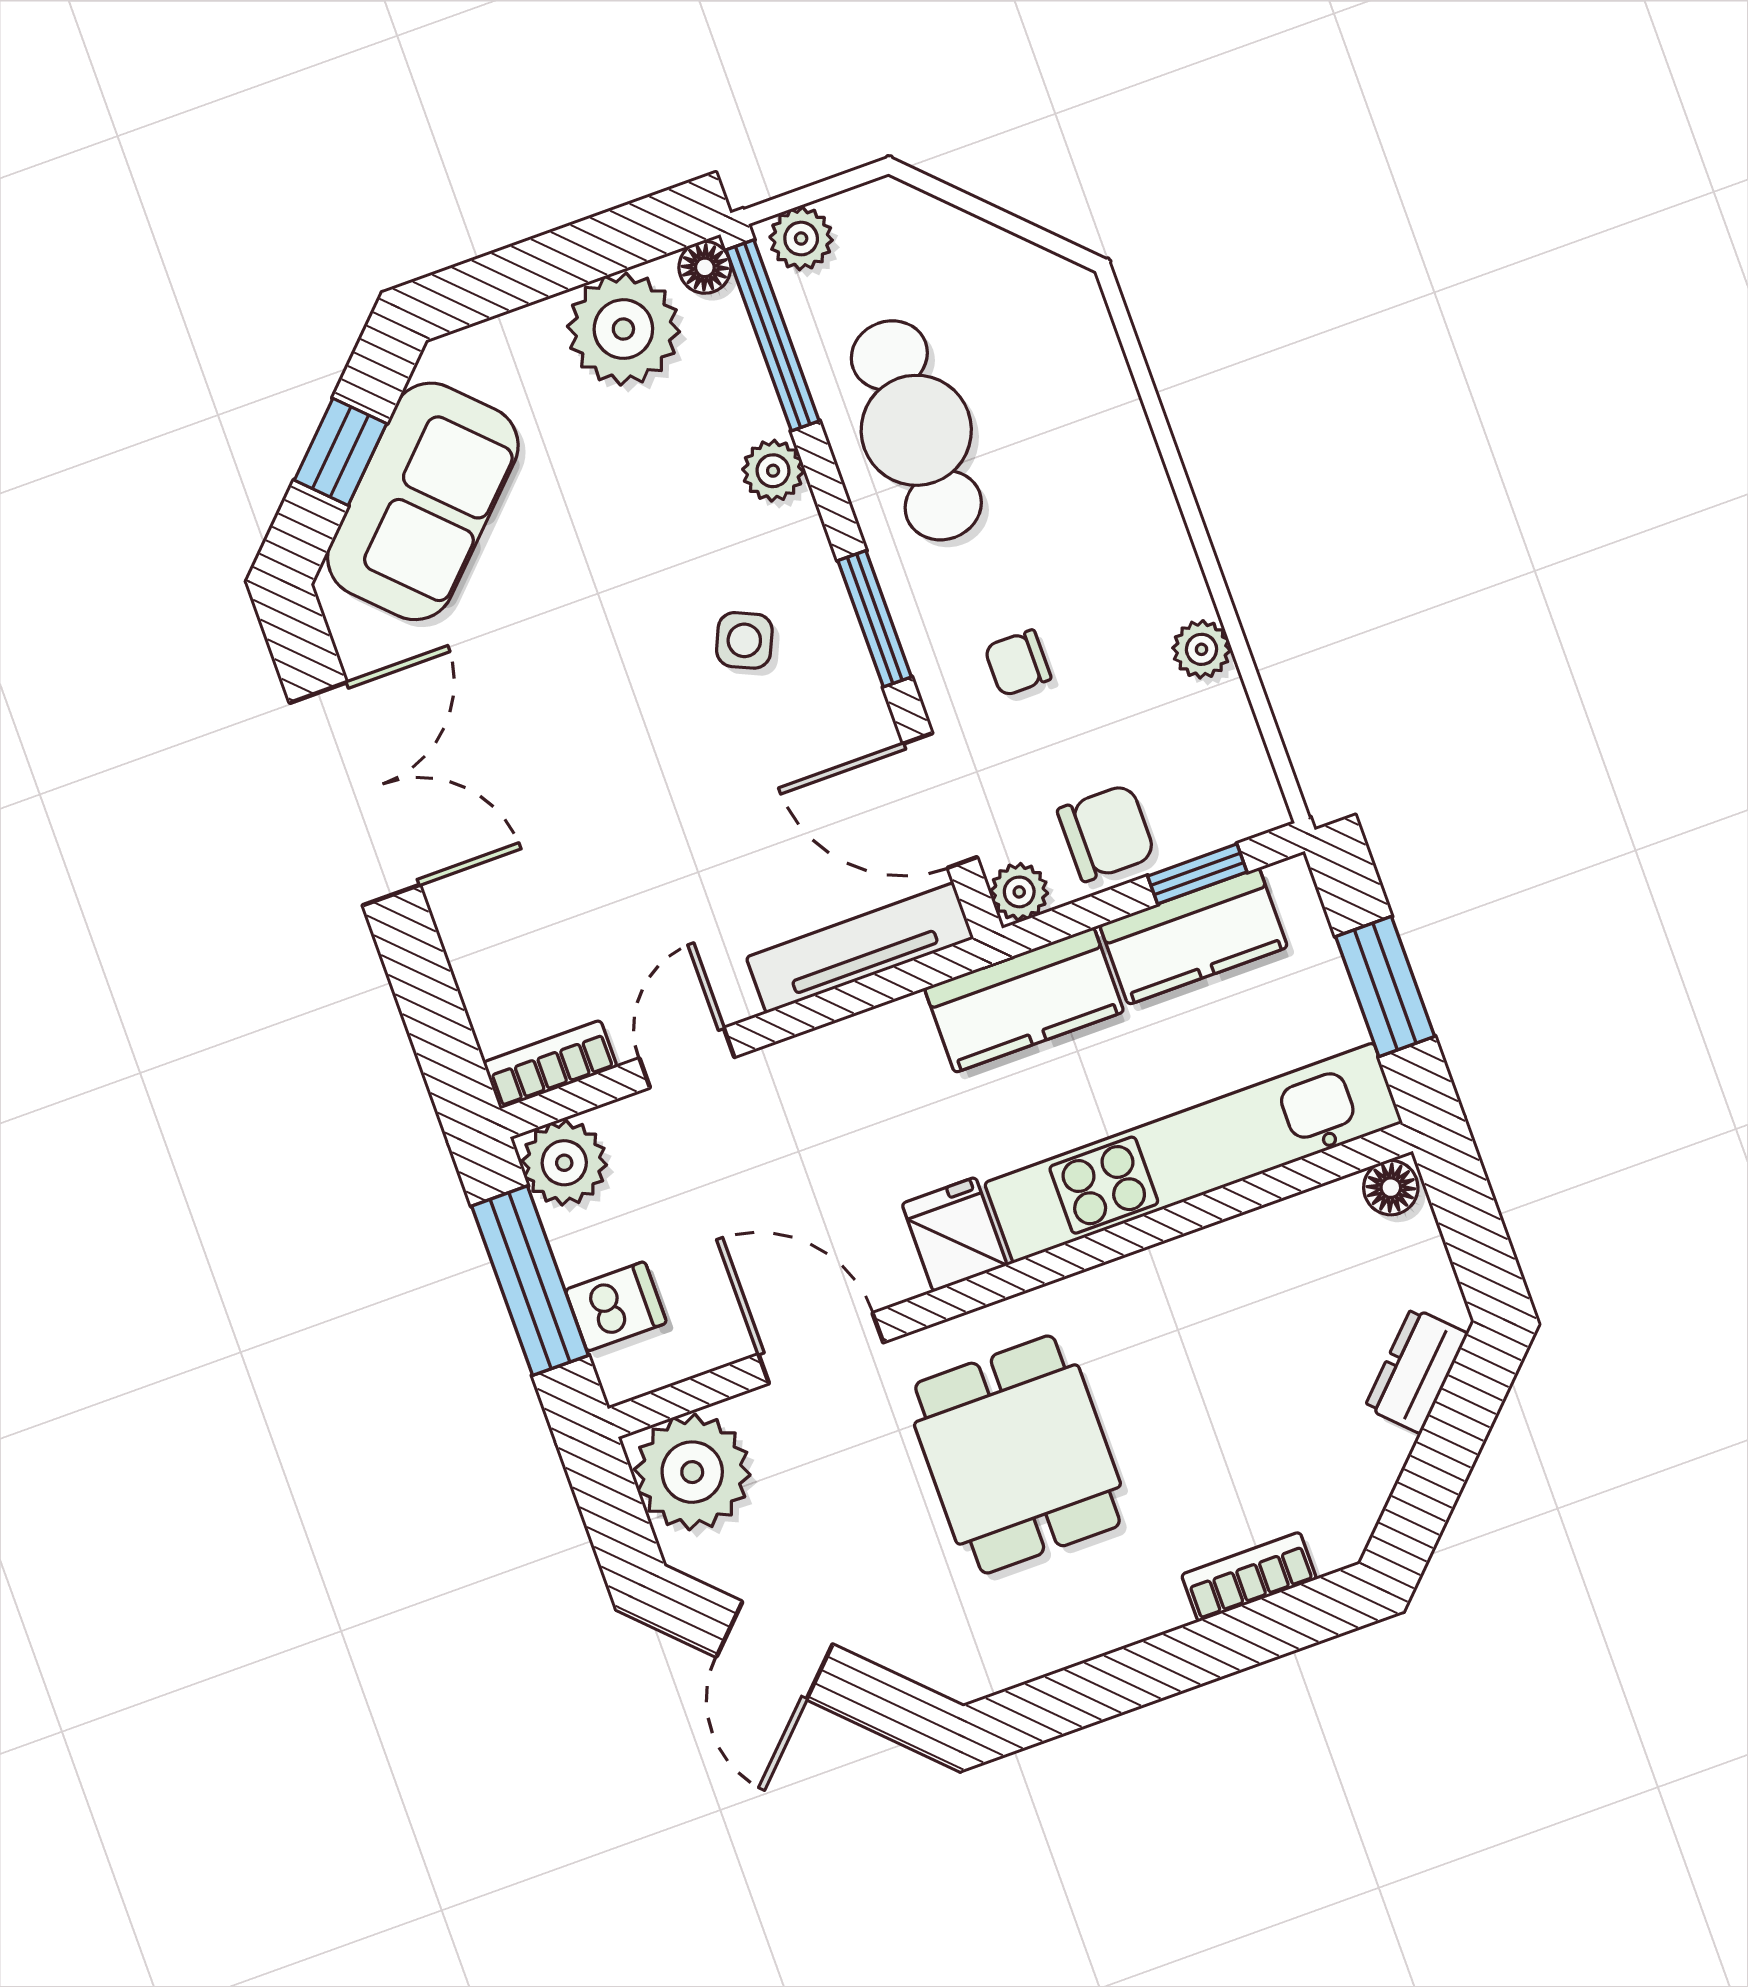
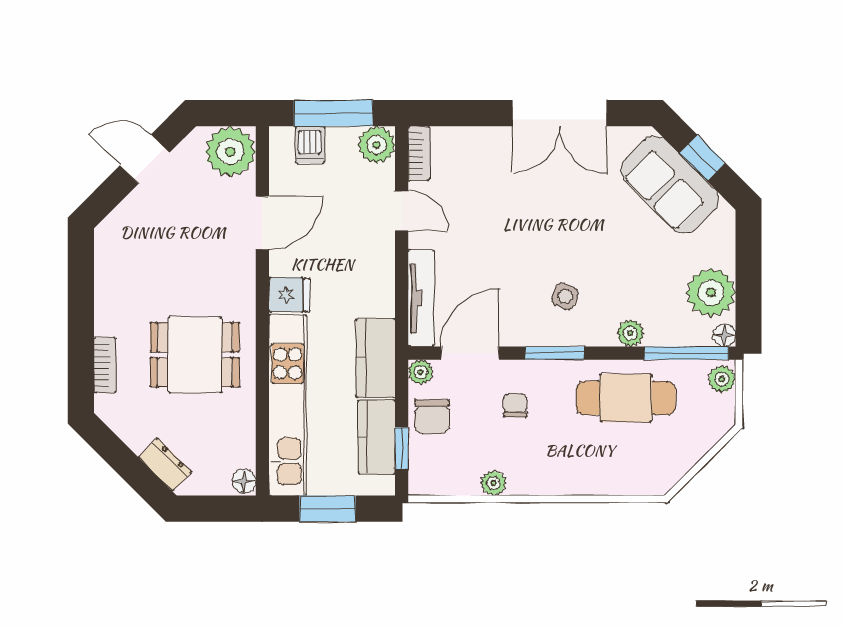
dining table: (1017, 1454) -> (195, 355), moved

